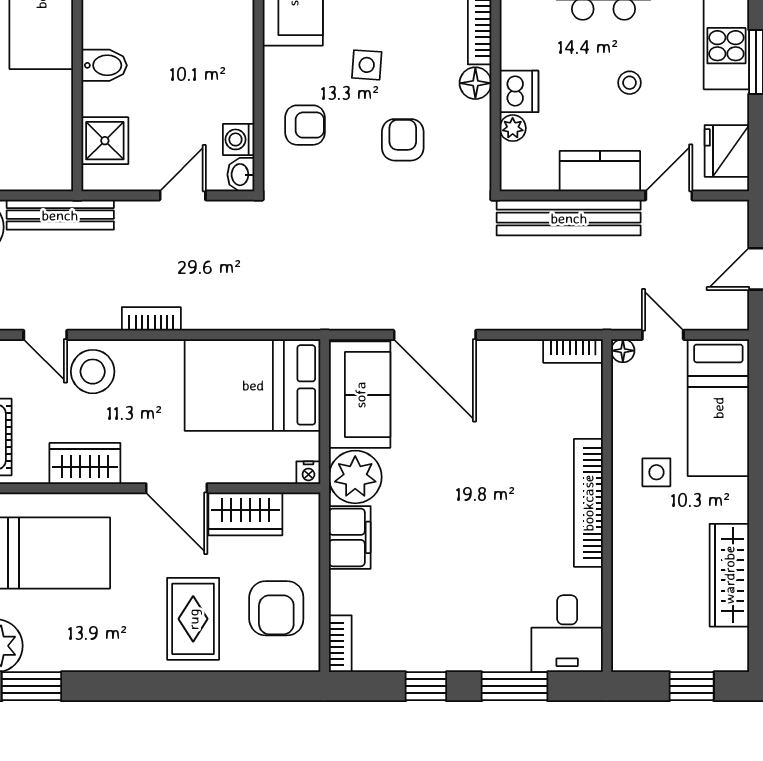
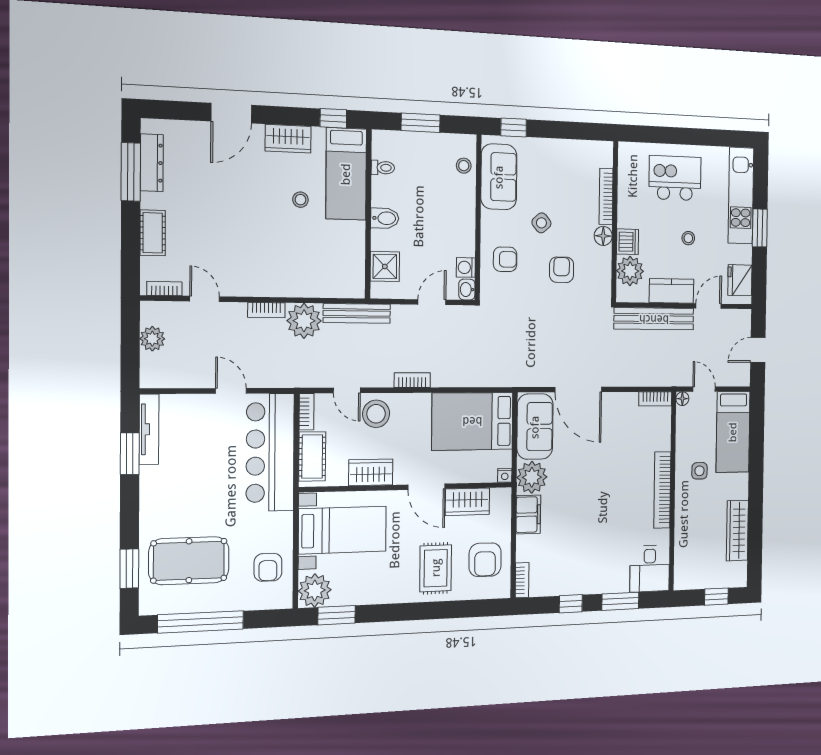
side table: (367, 65) -> (541, 223), turned 45
plant: (513, 128) -> (630, 271), width x1.88, depth x1.88

